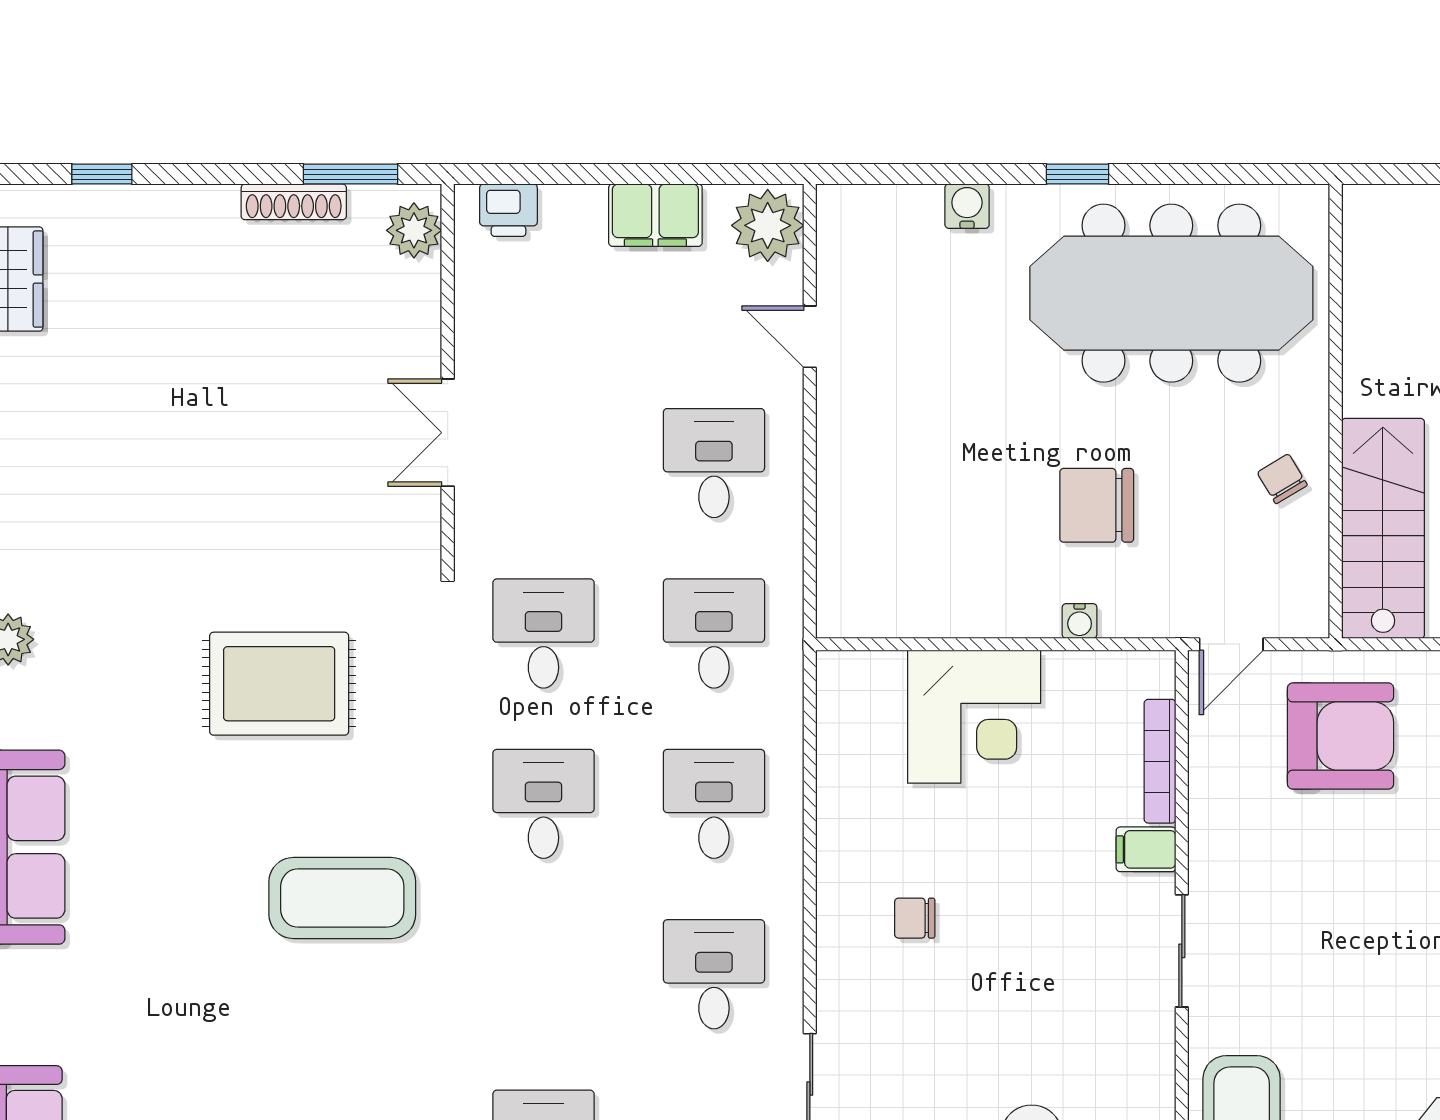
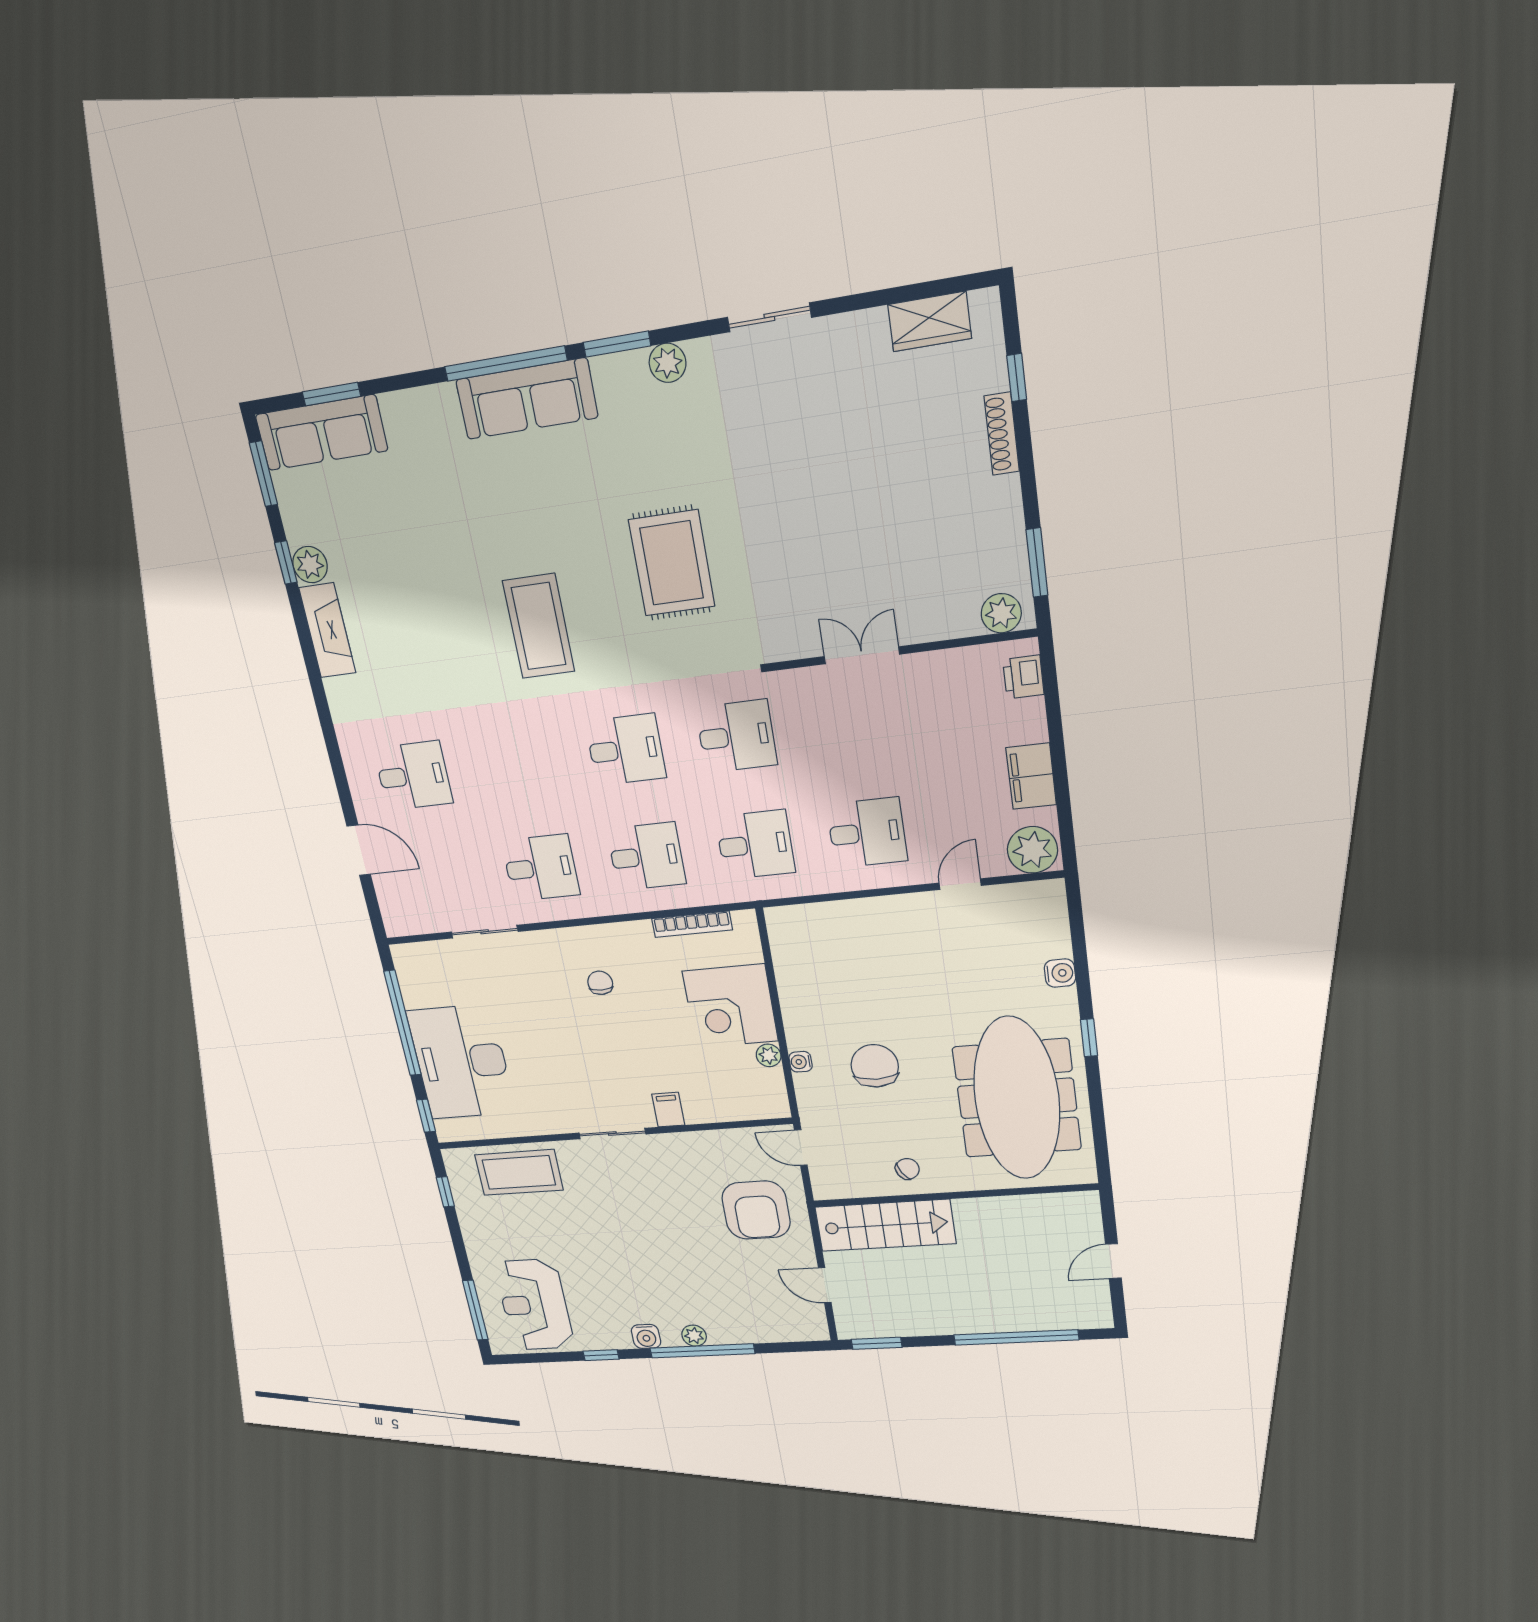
shoe rack: (294, 202) -> (1002, 434), moved
plant: (1064, 670) -> (769, 1055), added
bookcase: (1160, 761) -> (692, 924), moved, turned 180

